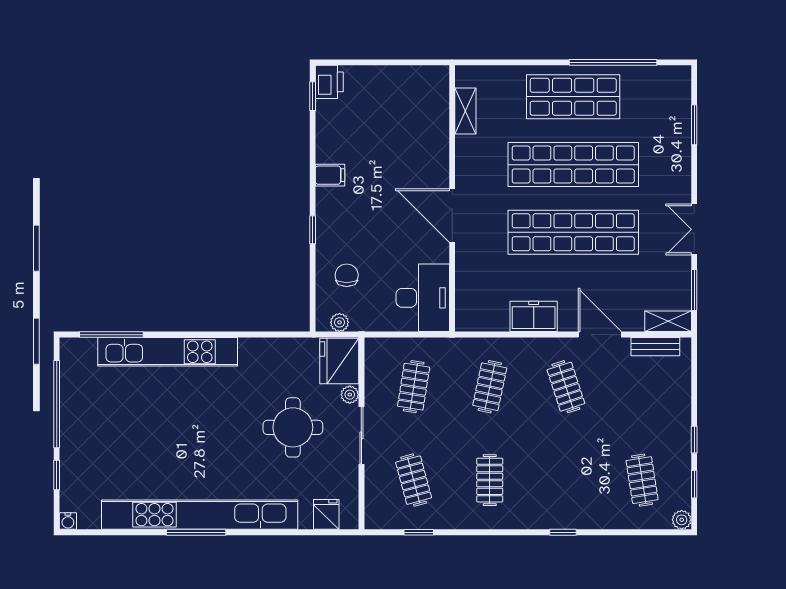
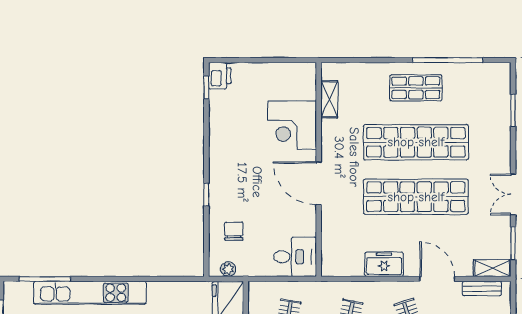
shop shelf: (573, 97) -> (416, 88), width x0.70, depth x0.74
corner desk: (419, 143) -> (292, 125), added
filing cabinet: (330, 175) -> (220, 151), removed
desk: (423, 298) -> (295, 257), width x0.73

